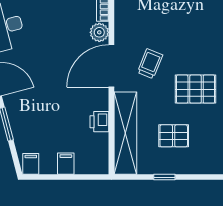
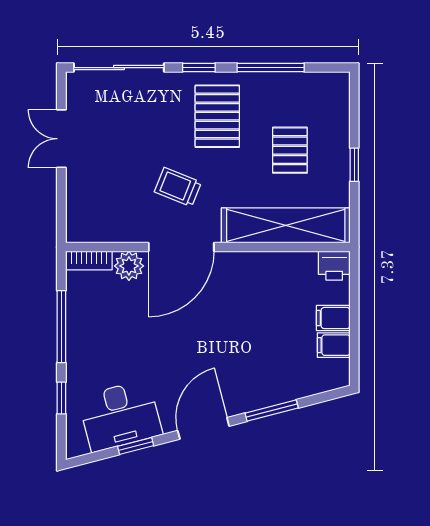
door: (111, 66) -> (181, 247), hinge flipped
printer: (99, 122) -> (334, 266), moved
filing cabinet: (31, 164) -> (334, 345), moved

